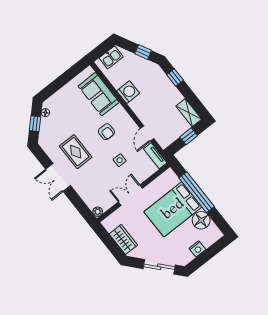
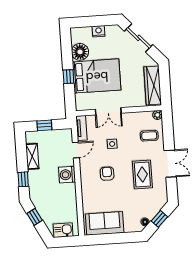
washing machine: (128, 92) -> (67, 175), moved
sofa: (99, 94) -> (105, 223), moved, turned -90
shelving: (189, 113) -> (32, 156), moved
coffee table: (93, 189) -> (149, 136), added
window: (197, 192) -> (68, 77), width x0.32
double door: (130, 195) -> (108, 111), moved
wardrobe: (123, 239) -> (153, 85), width x1.50

